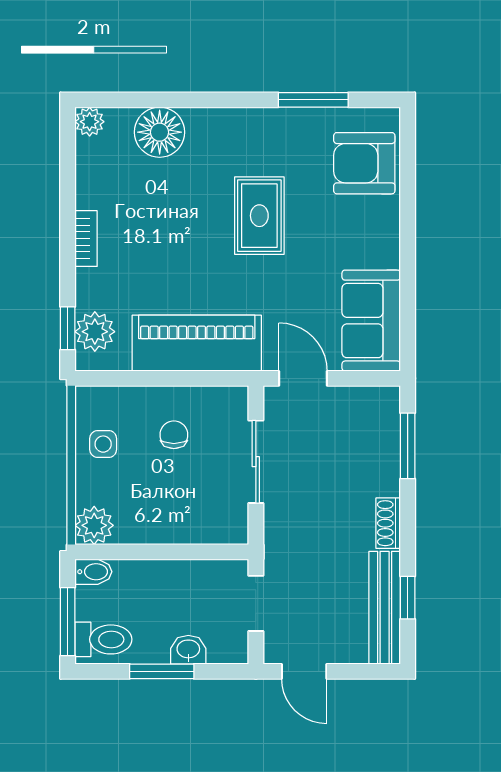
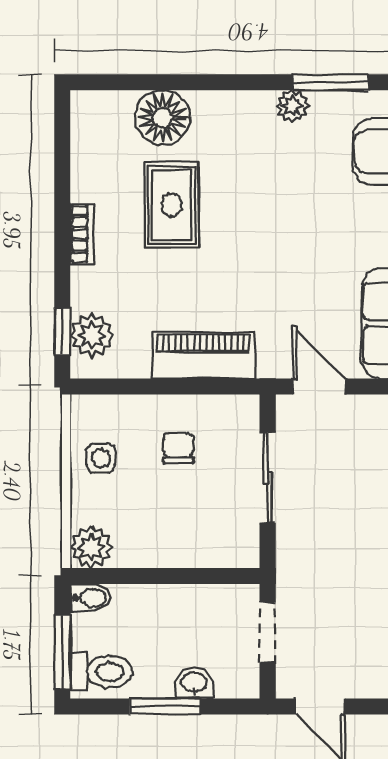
plant: (90, 122) -> (292, 106), moved
rug: (259, 216) -> (172, 205), moved
piano: (197, 343) -> (203, 355), width x0.73, depth x0.75

